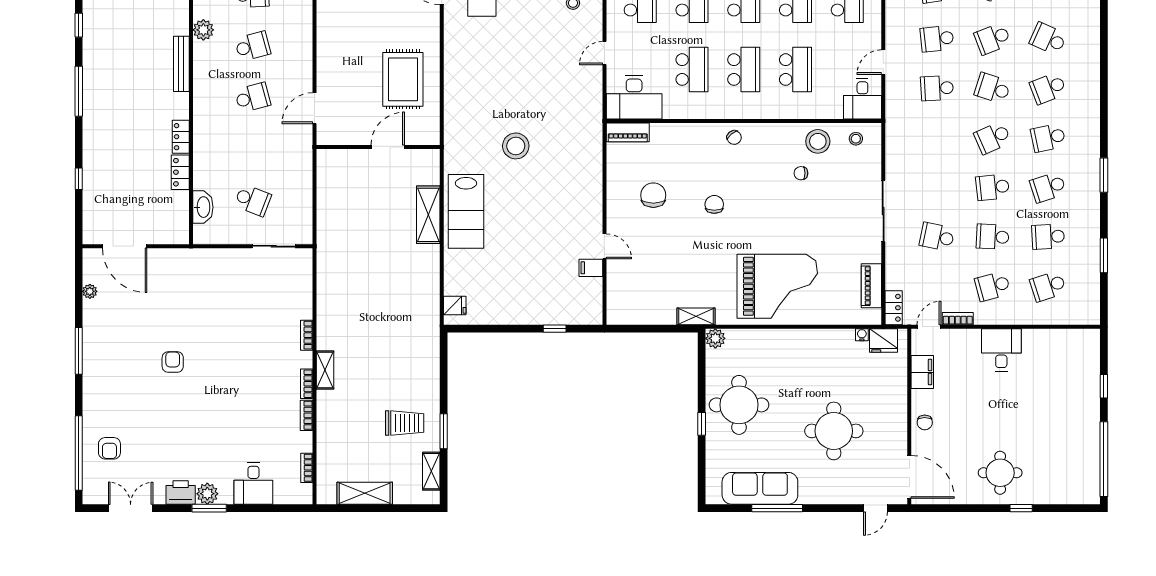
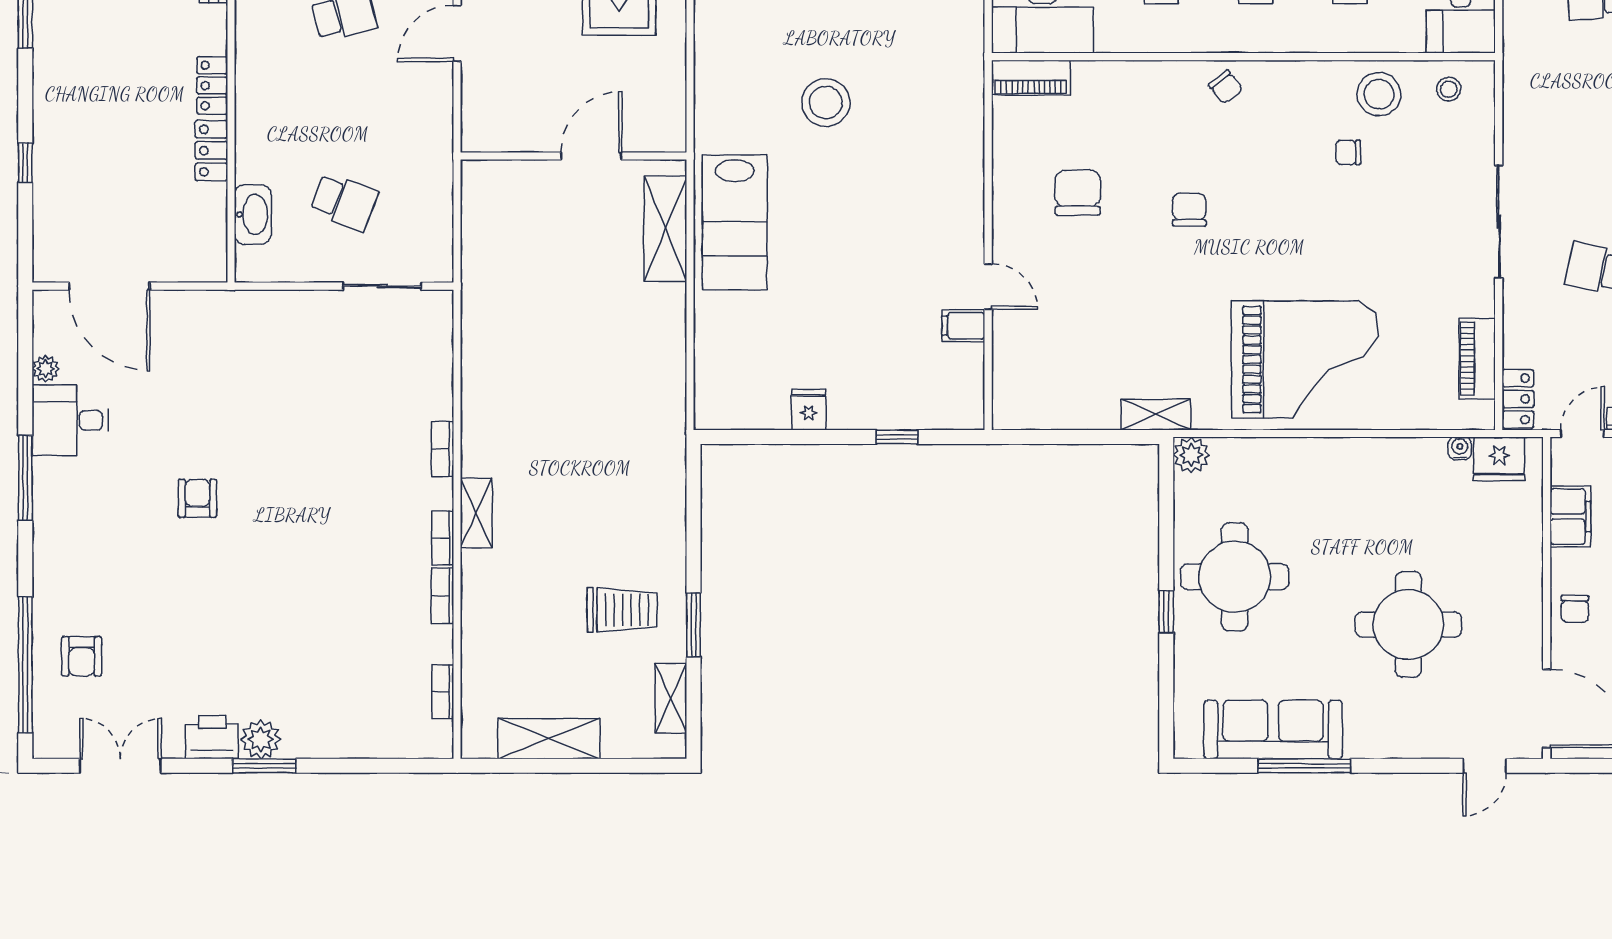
wall: (378, 147) -> (574, 156), moved
door: (388, 147) -> (591, 156), moved
fridge: (455, 305) -> (809, 410), moved, turned -90
desk: (253, 484) -> (70, 420), moved, turned 90

